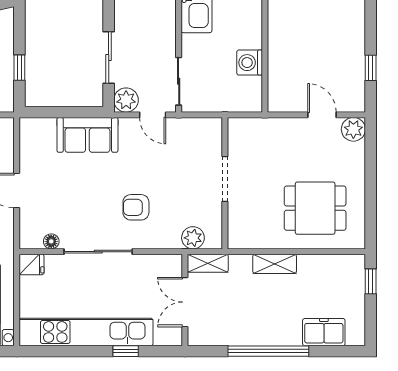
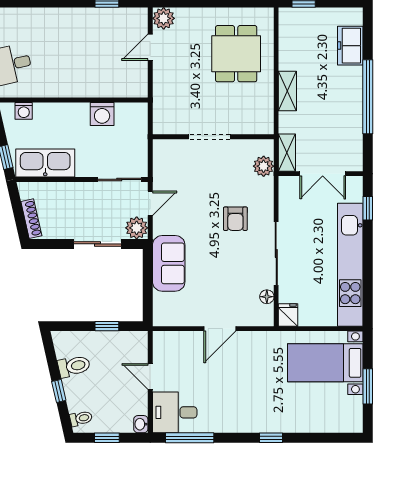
window: (126, 351) -> (368, 208), moved

